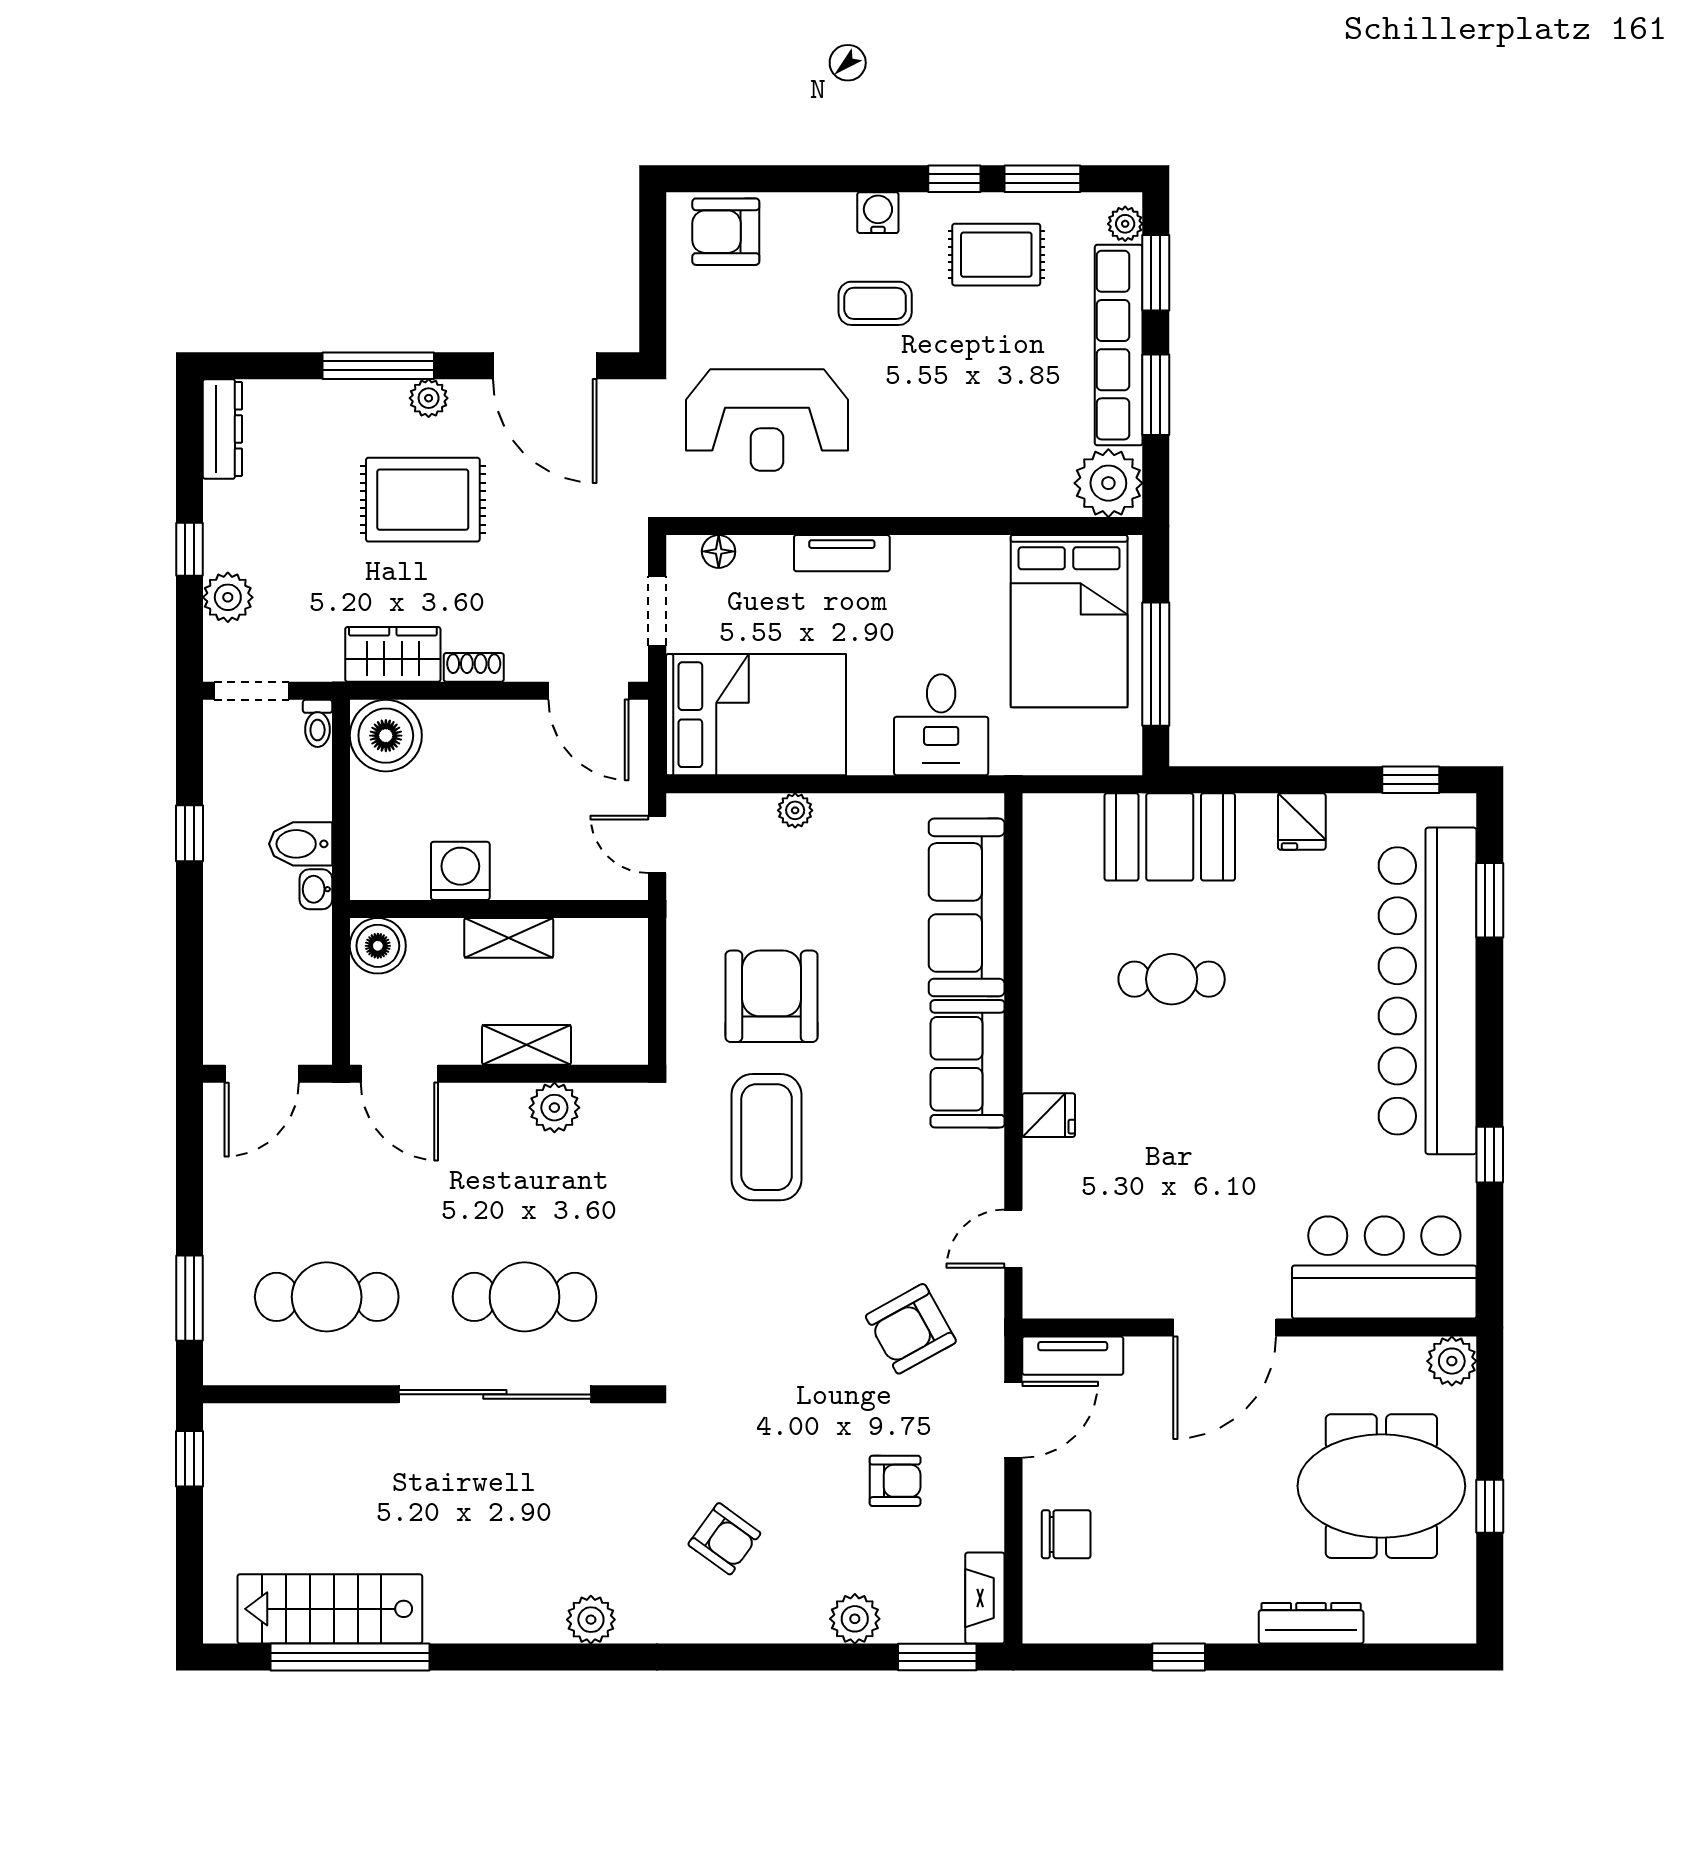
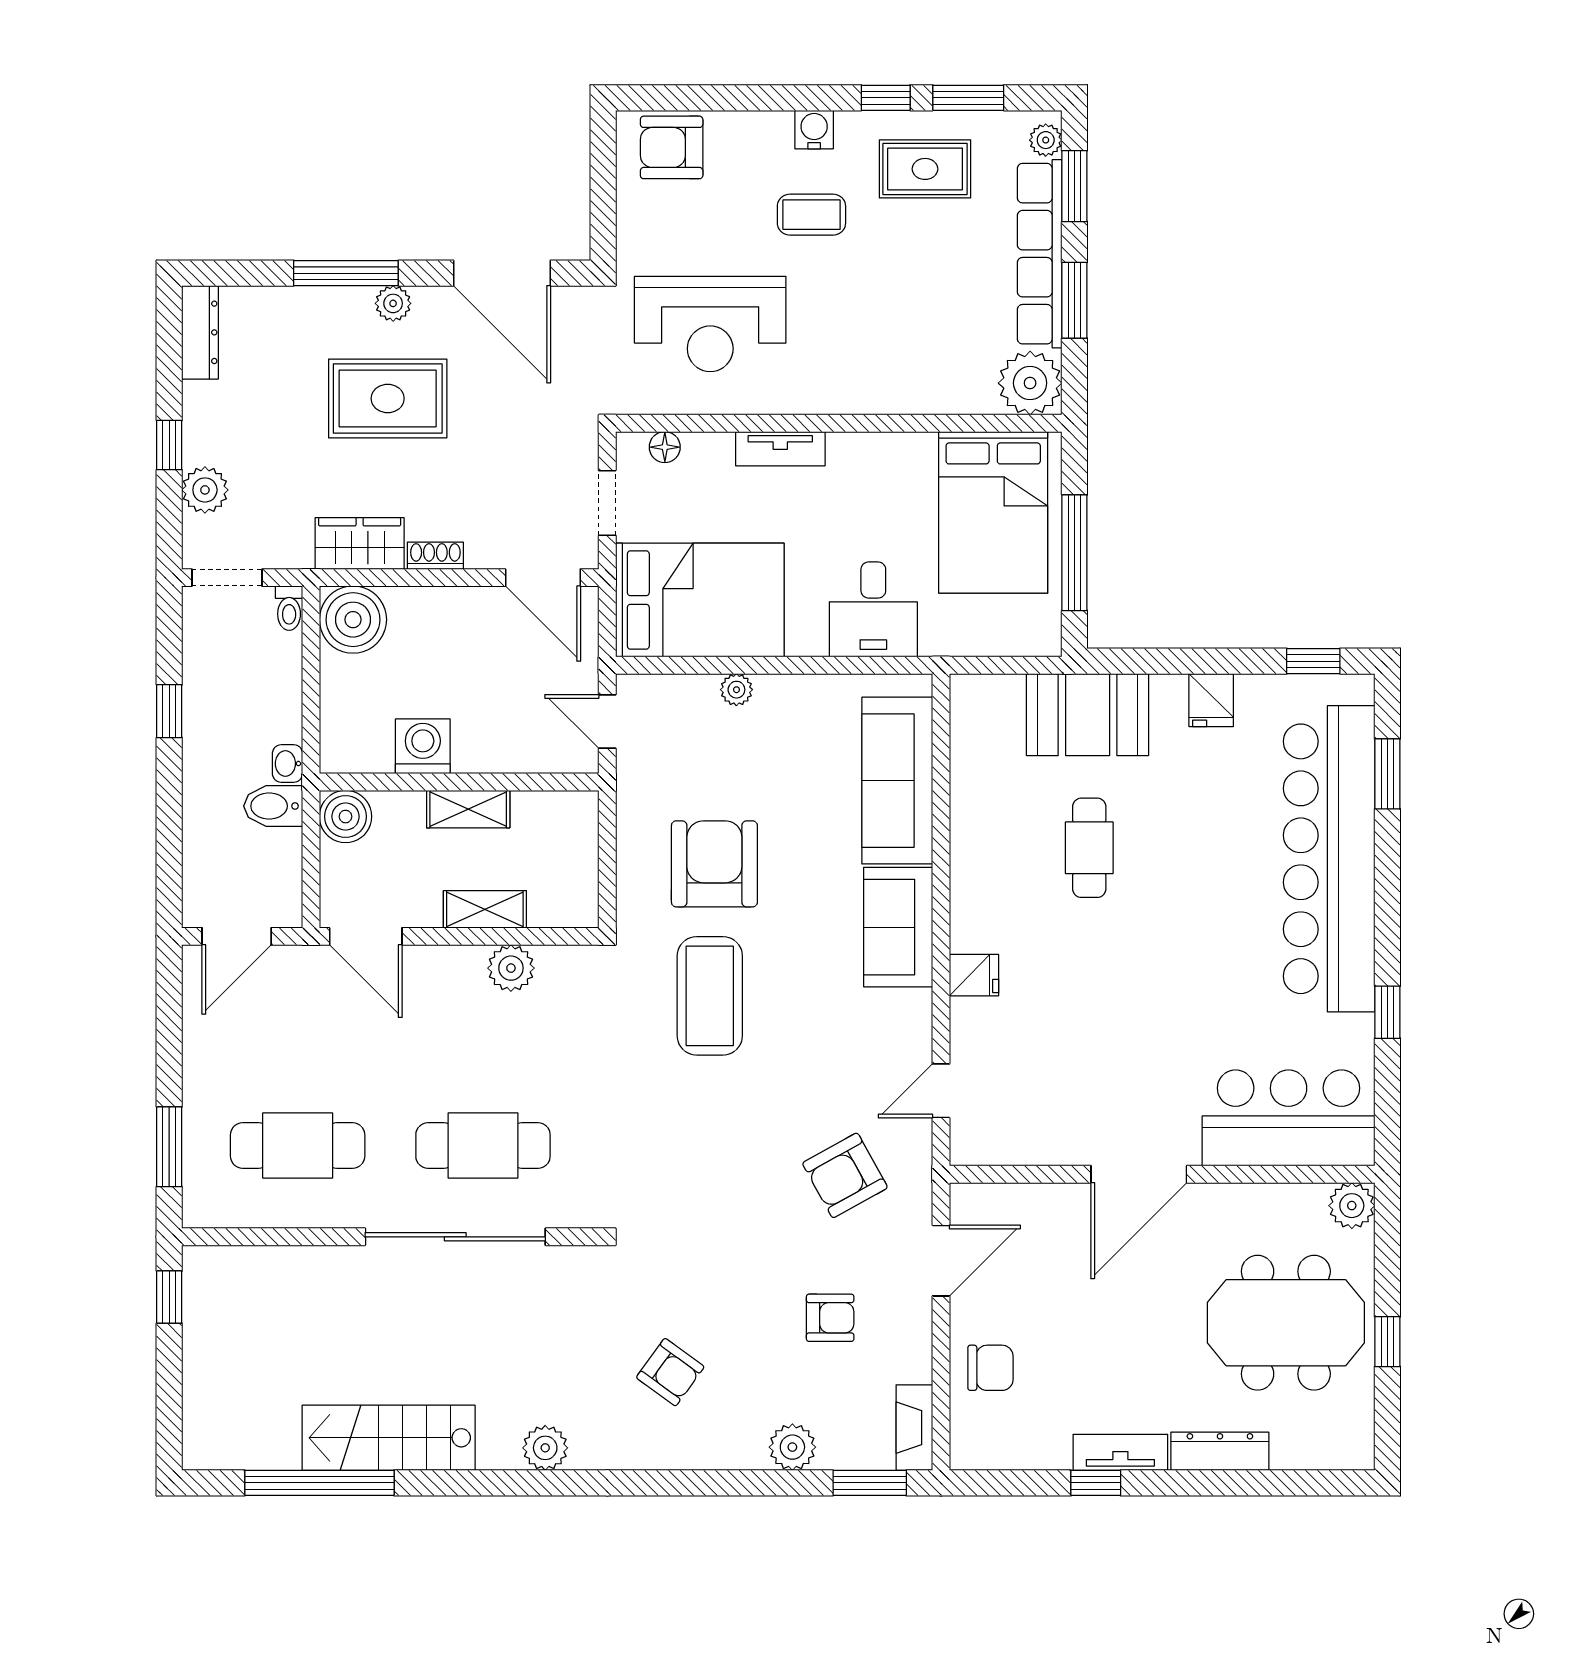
bidet: (301, 844) -> (273, 806), moved
cafe table: (1172, 979) -> (1089, 848), turned 90
tv unit: (1073, 1356) -> (1120, 1452), moved, turned 180
stairs: (330, 1609) -> (389, 1438), moved

